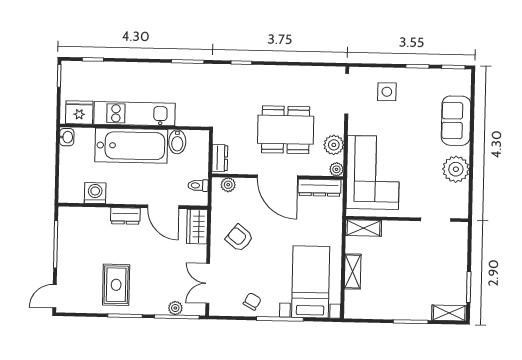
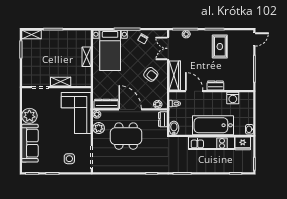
sofa: (456, 121) -> (30, 143), width x1.36
bidet: (177, 142) -> (174, 128), moved
wardrobe: (197, 227) -> (175, 75), width x1.50
shelving: (364, 228) -> (61, 82), moved
double door: (208, 283) -> (168, 48), swing flipped

